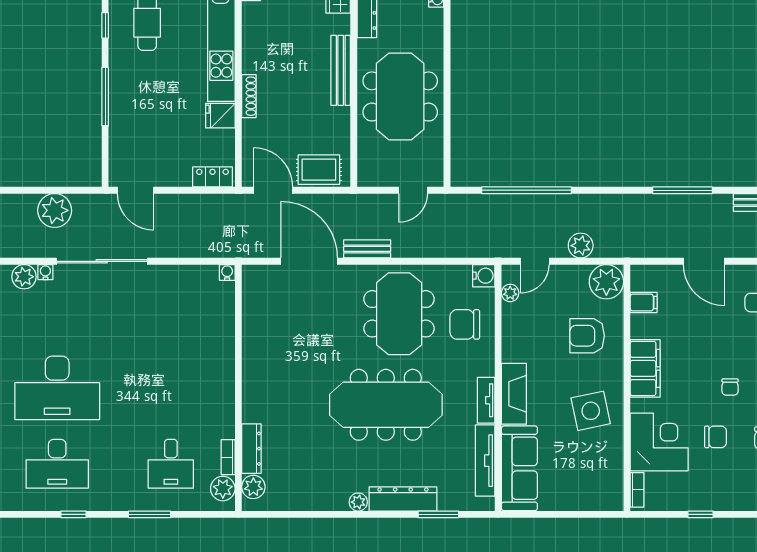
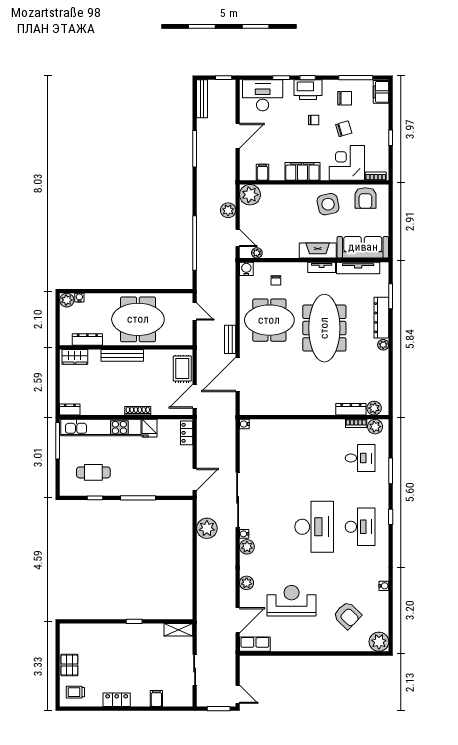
chair: (465, 324) -> (276, 280), width x0.54, depth x0.54
armchair: (587, 336) -> (365, 198), moved
chair: (715, 437) -> (344, 129), turned 73

